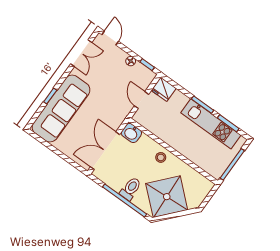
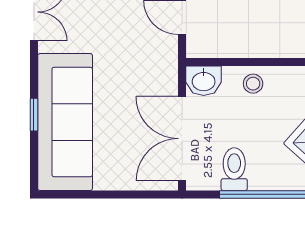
stool: (161, 157) -> (253, 84), moved
toilet: (131, 189) -> (234, 169), moved

